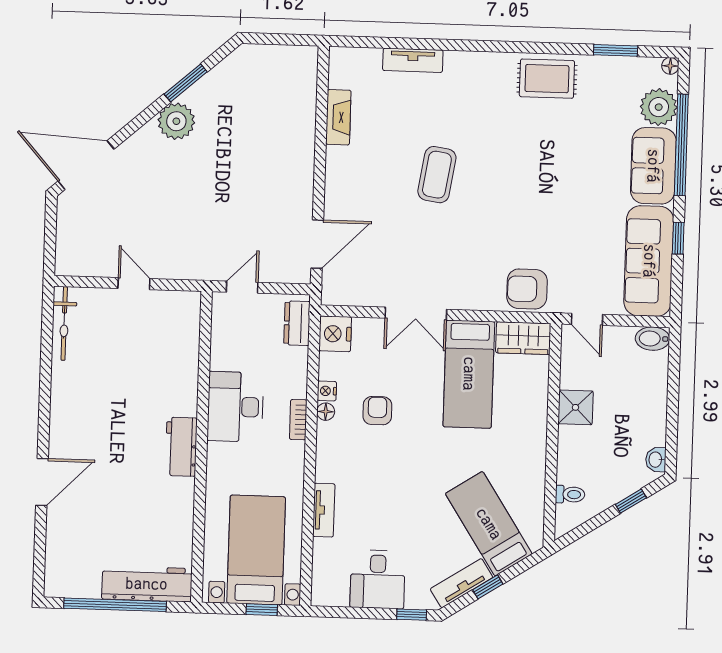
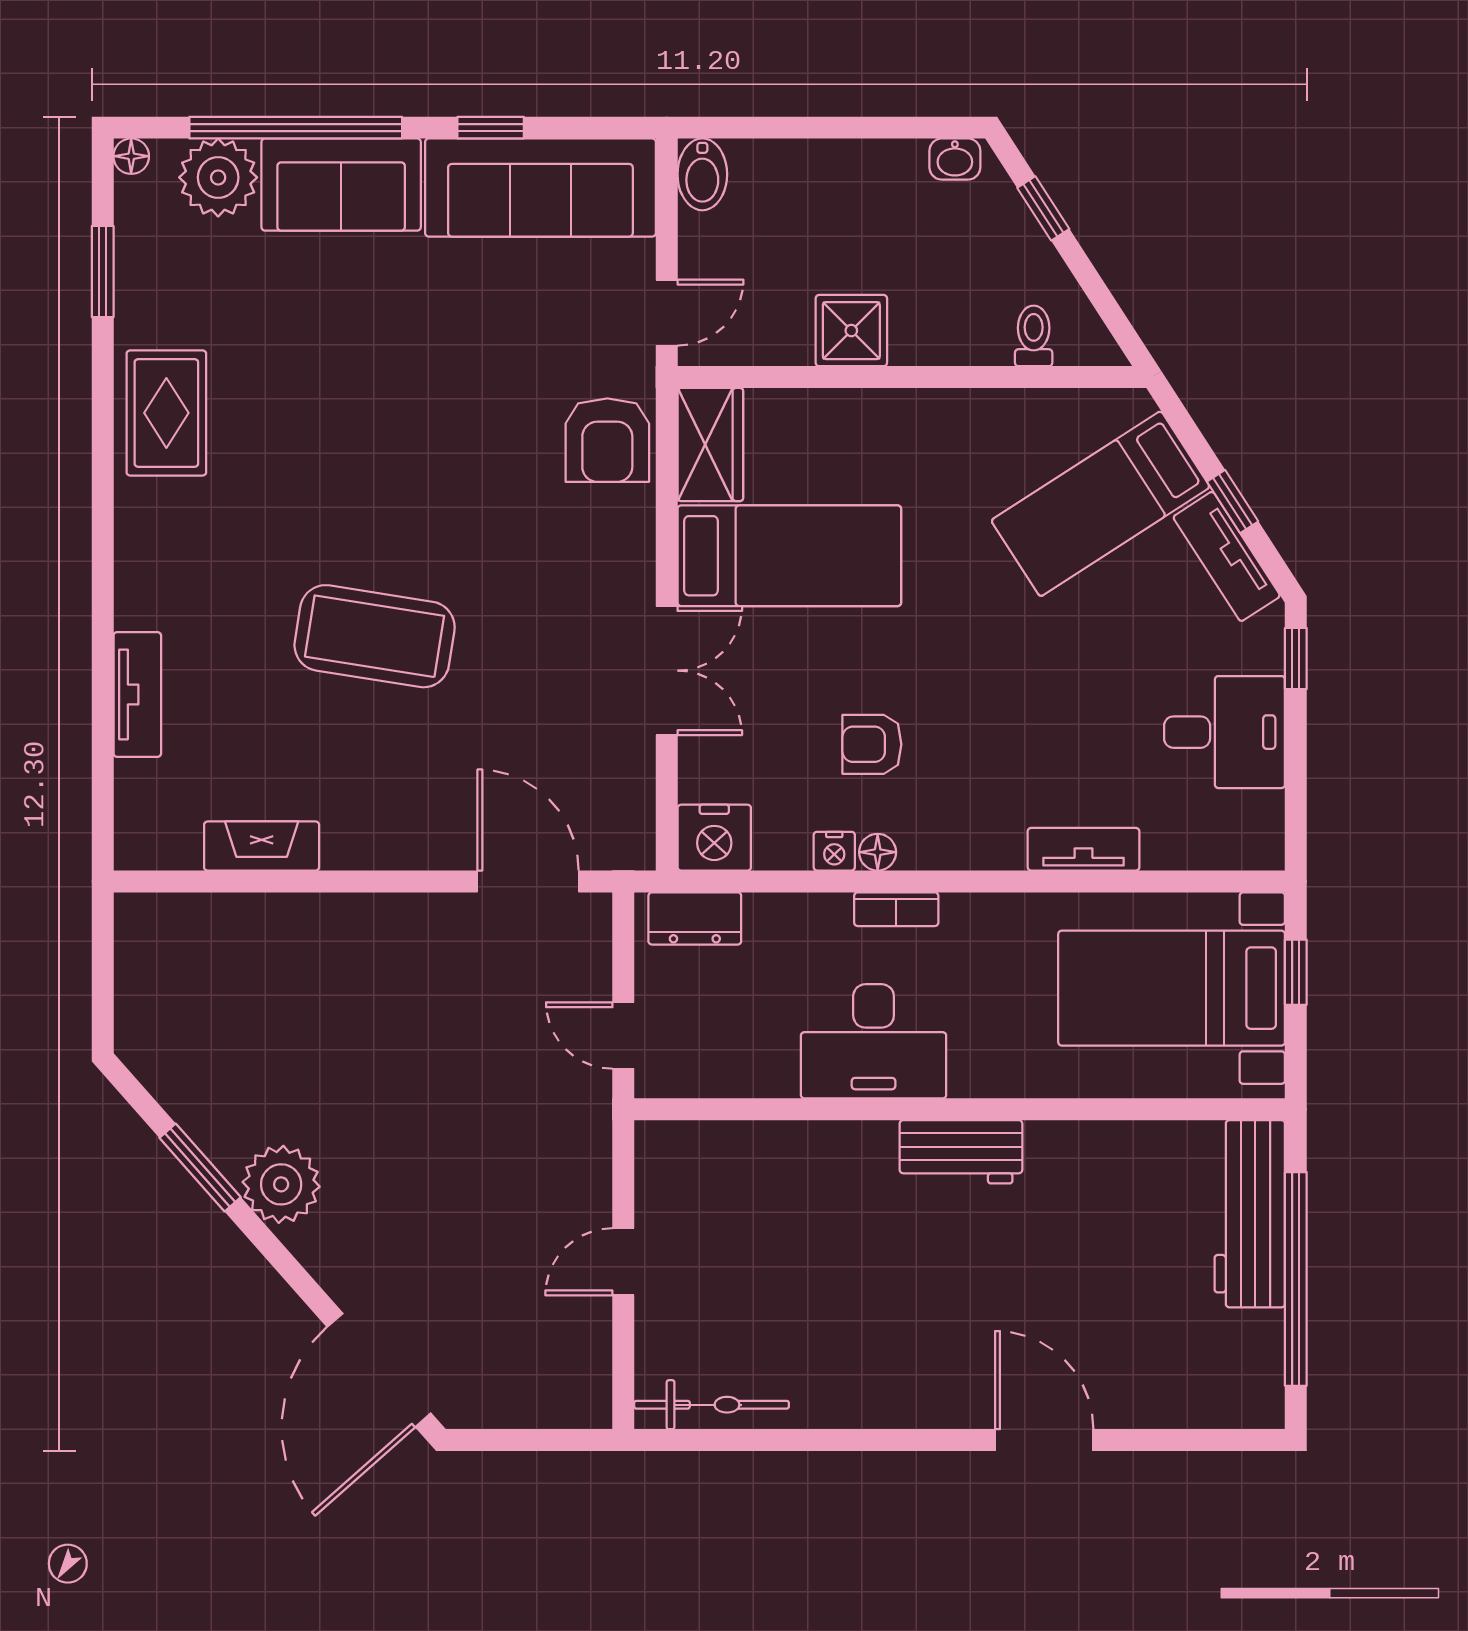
coffee table: (437, 175) -> (375, 636), width x1.36, depth x1.32

